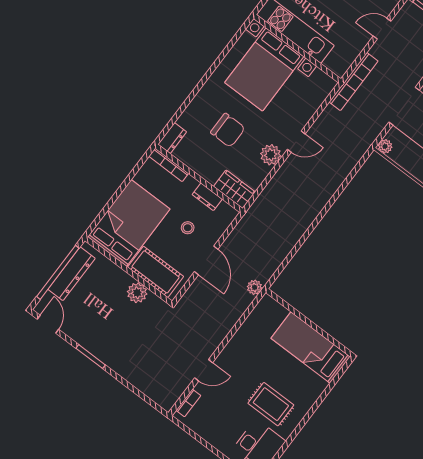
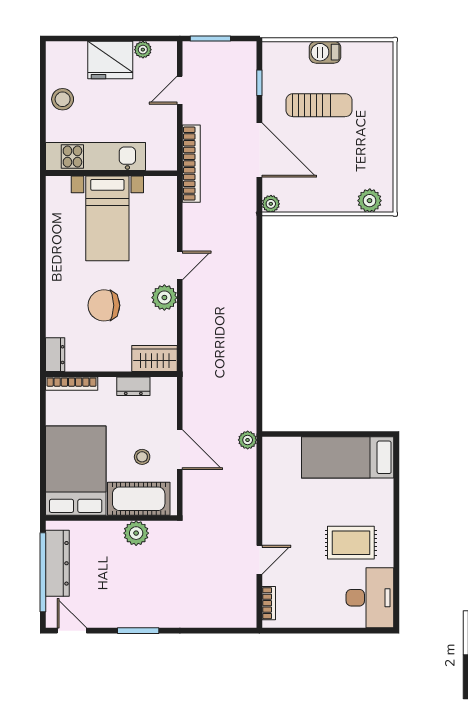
bed with nightstands: (264, 69) -> (107, 218), width x0.73
chair: (228, 130) -> (104, 305), turned 180
stool: (188, 228) -> (142, 457), moved

